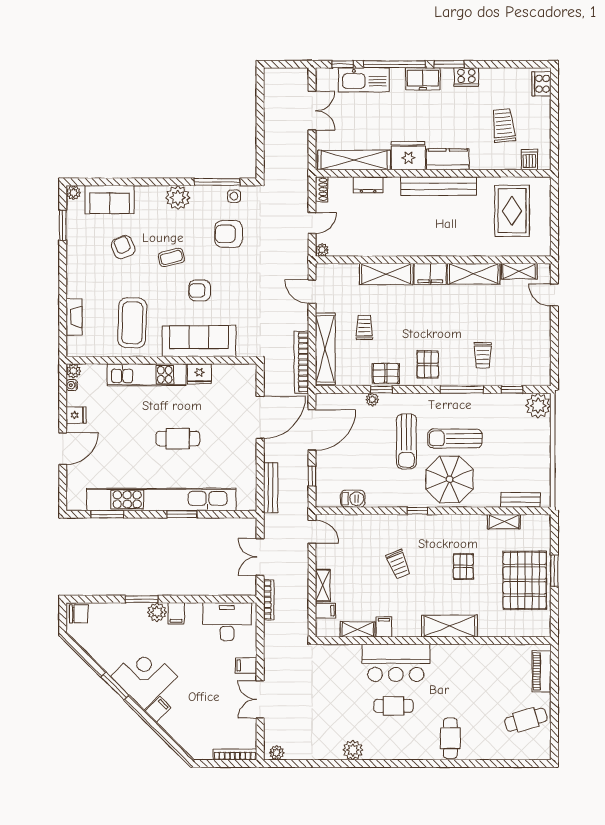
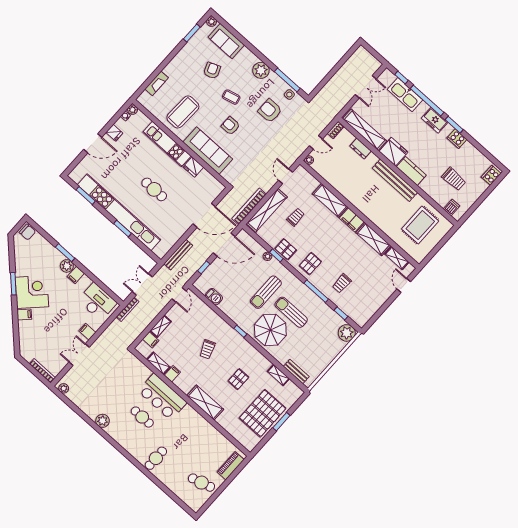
trolley: (504, 126) -> (454, 179), turned 96

